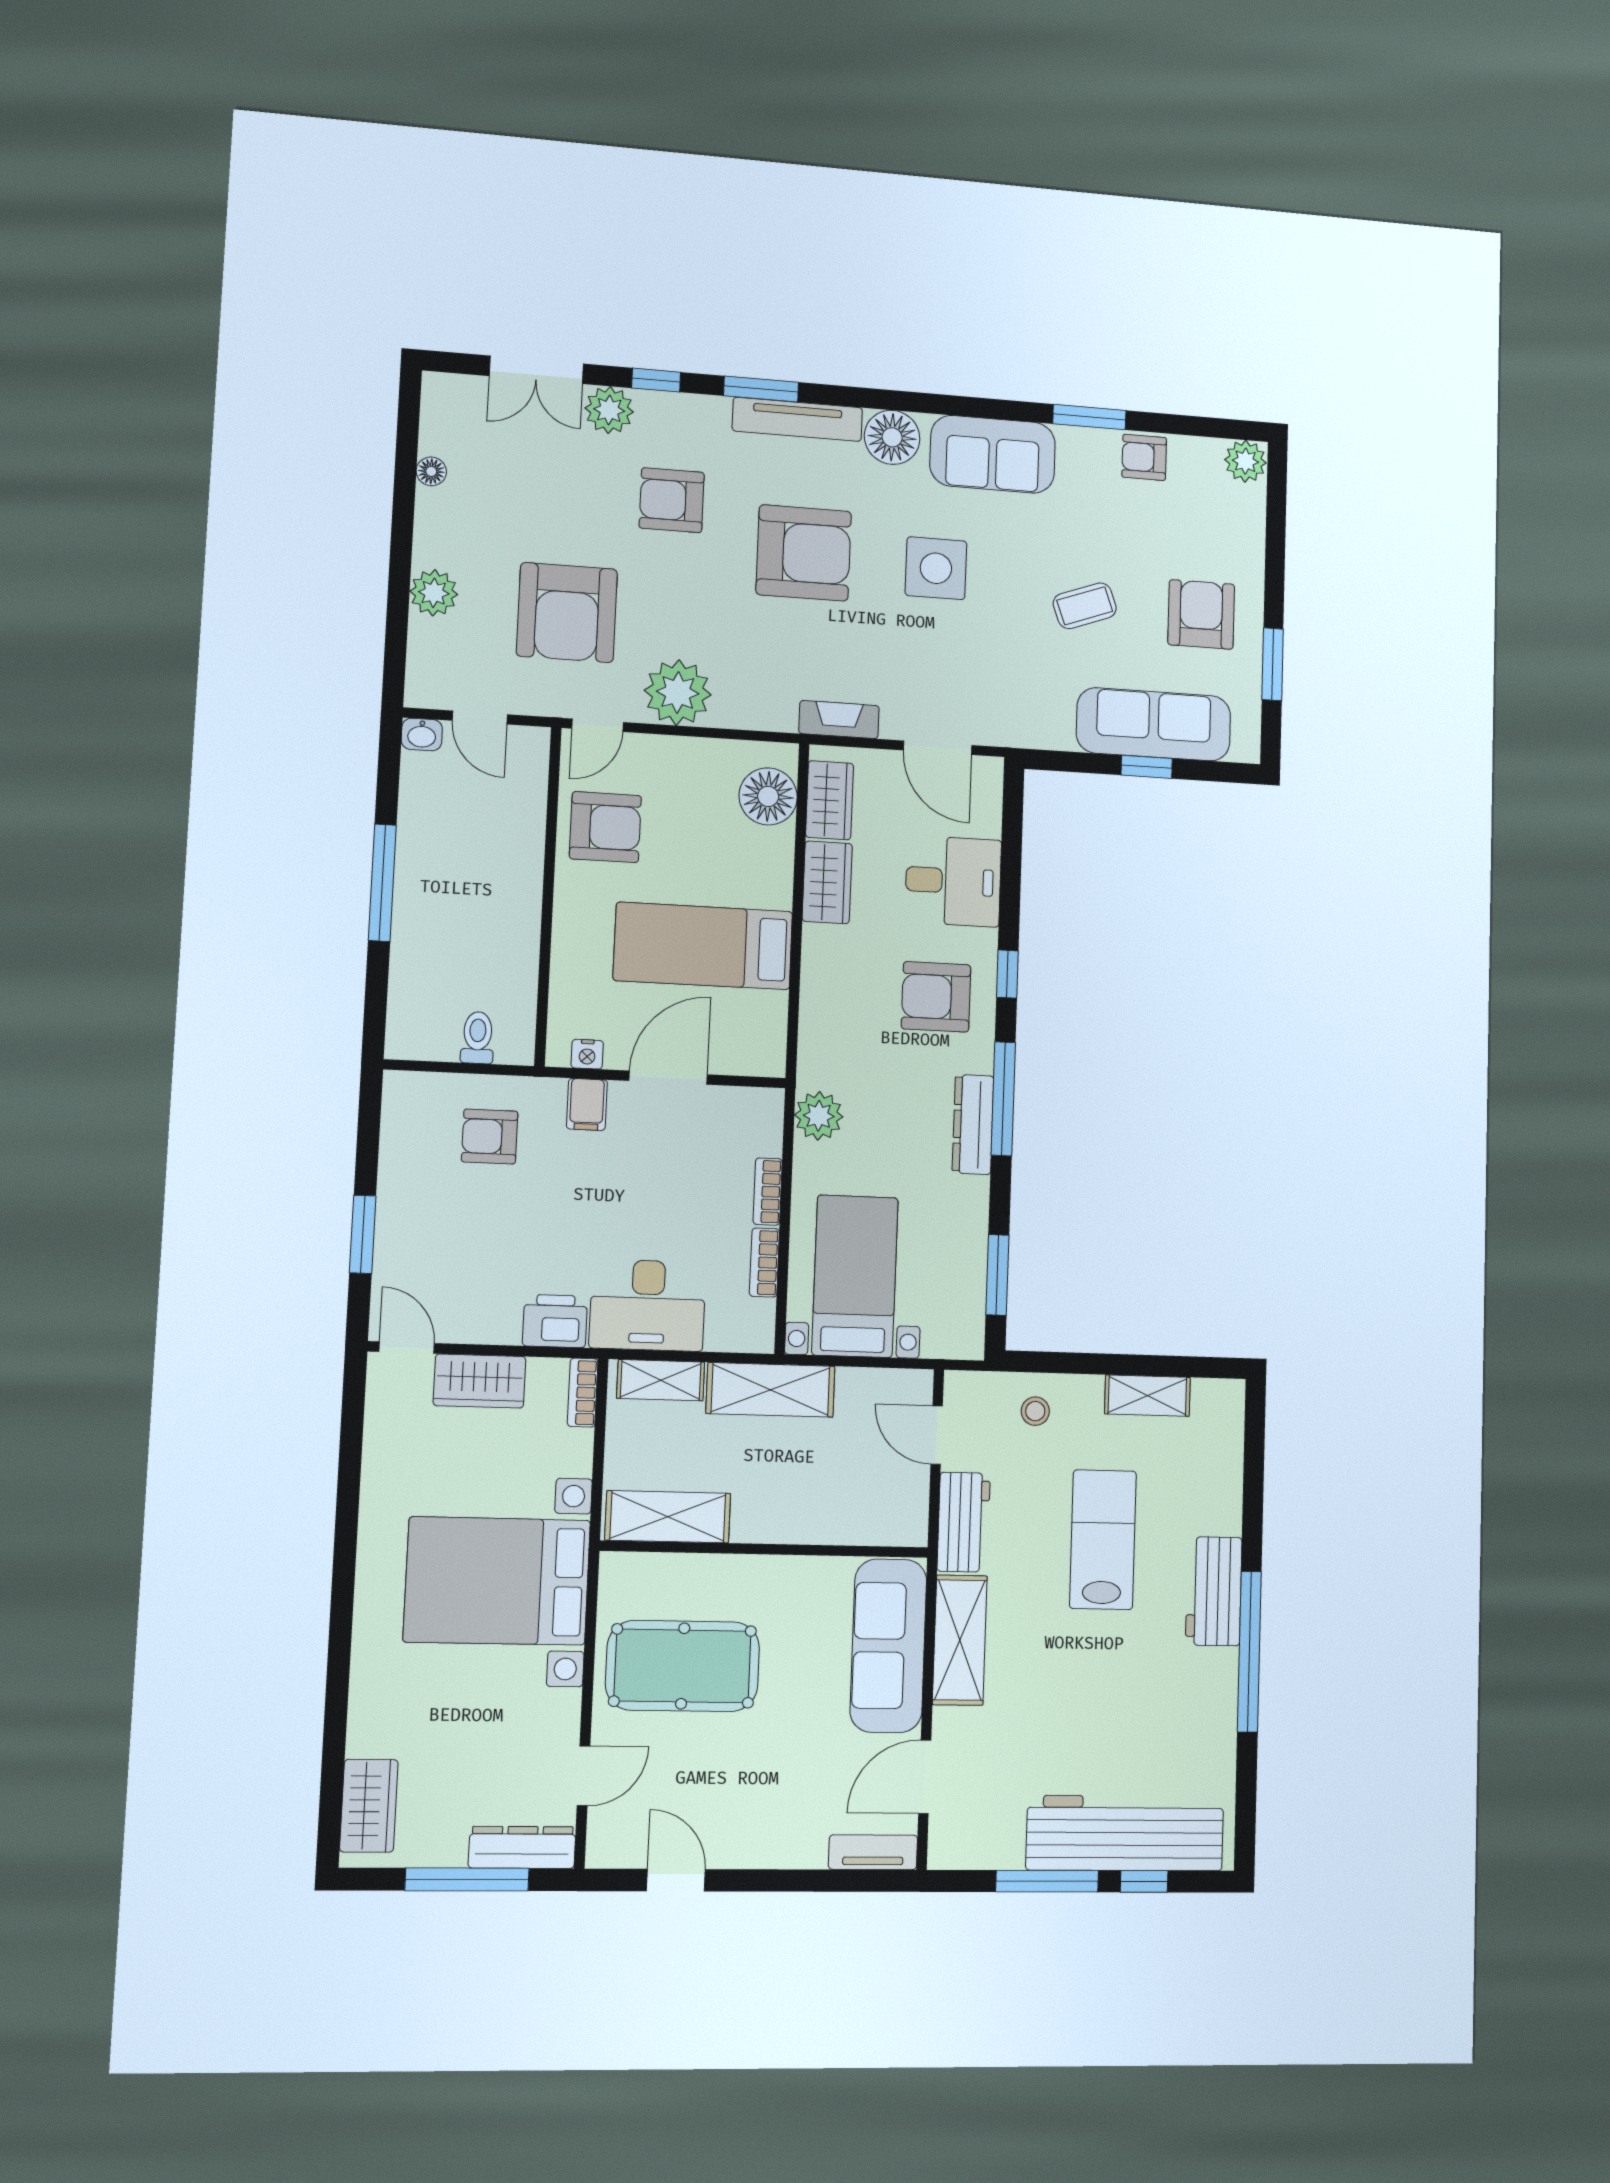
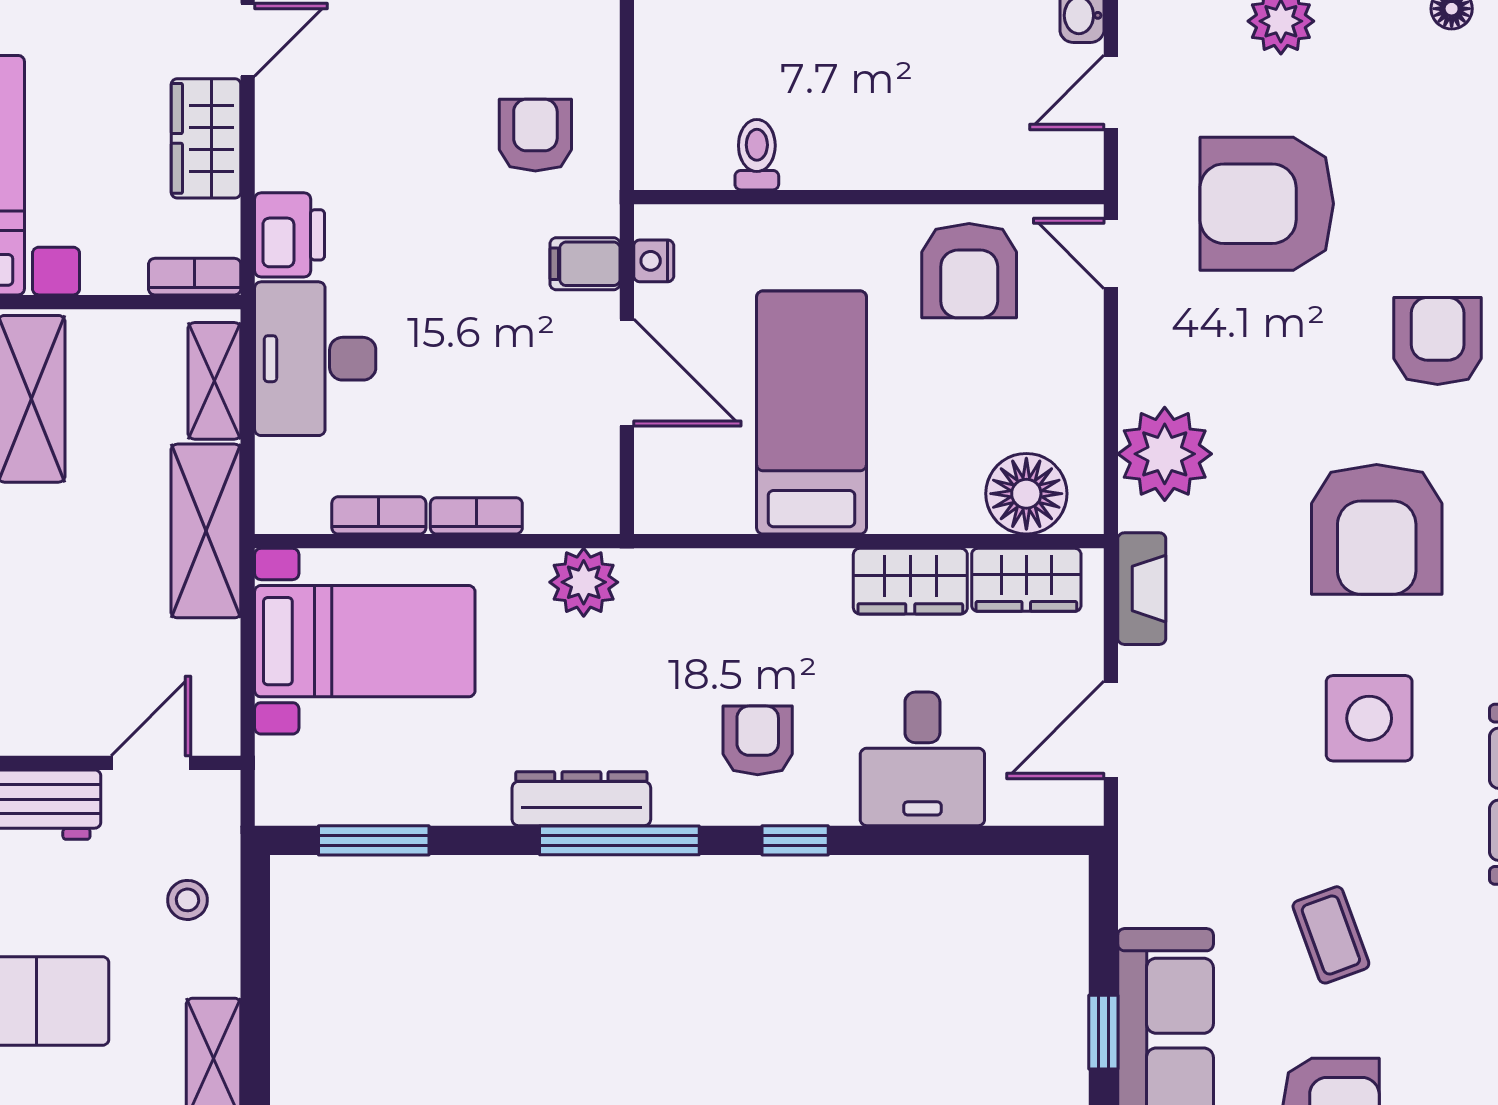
plant: (678, 692) -> (1165, 454), moved
armchair: (936, 997) -> (758, 740), width x0.72, depth x0.72
toilet: (478, 1038) -> (757, 155), moved, turned -90

